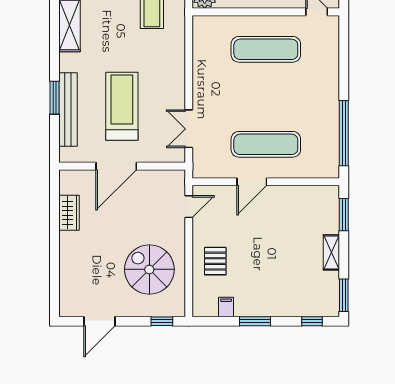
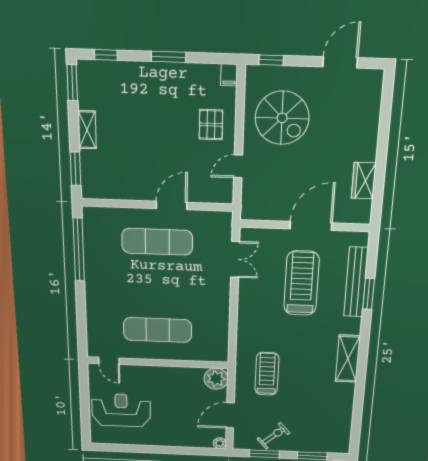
treadmill: (122, 106) -> (301, 283), turned 180
door: (189, 207) -> (238, 166), moved
filing cabinet: (226, 307) -> (229, 75), moved

